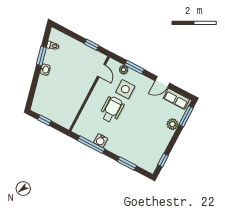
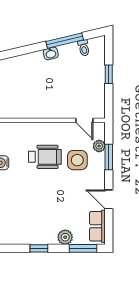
window: (92, 45) -> (109, 74), moved
window: (41, 56) -> (65, 41), width x1.44
door: (101, 71) -> (84, 120), hinge flipped
window: (163, 160) -> (39, 248), moved

